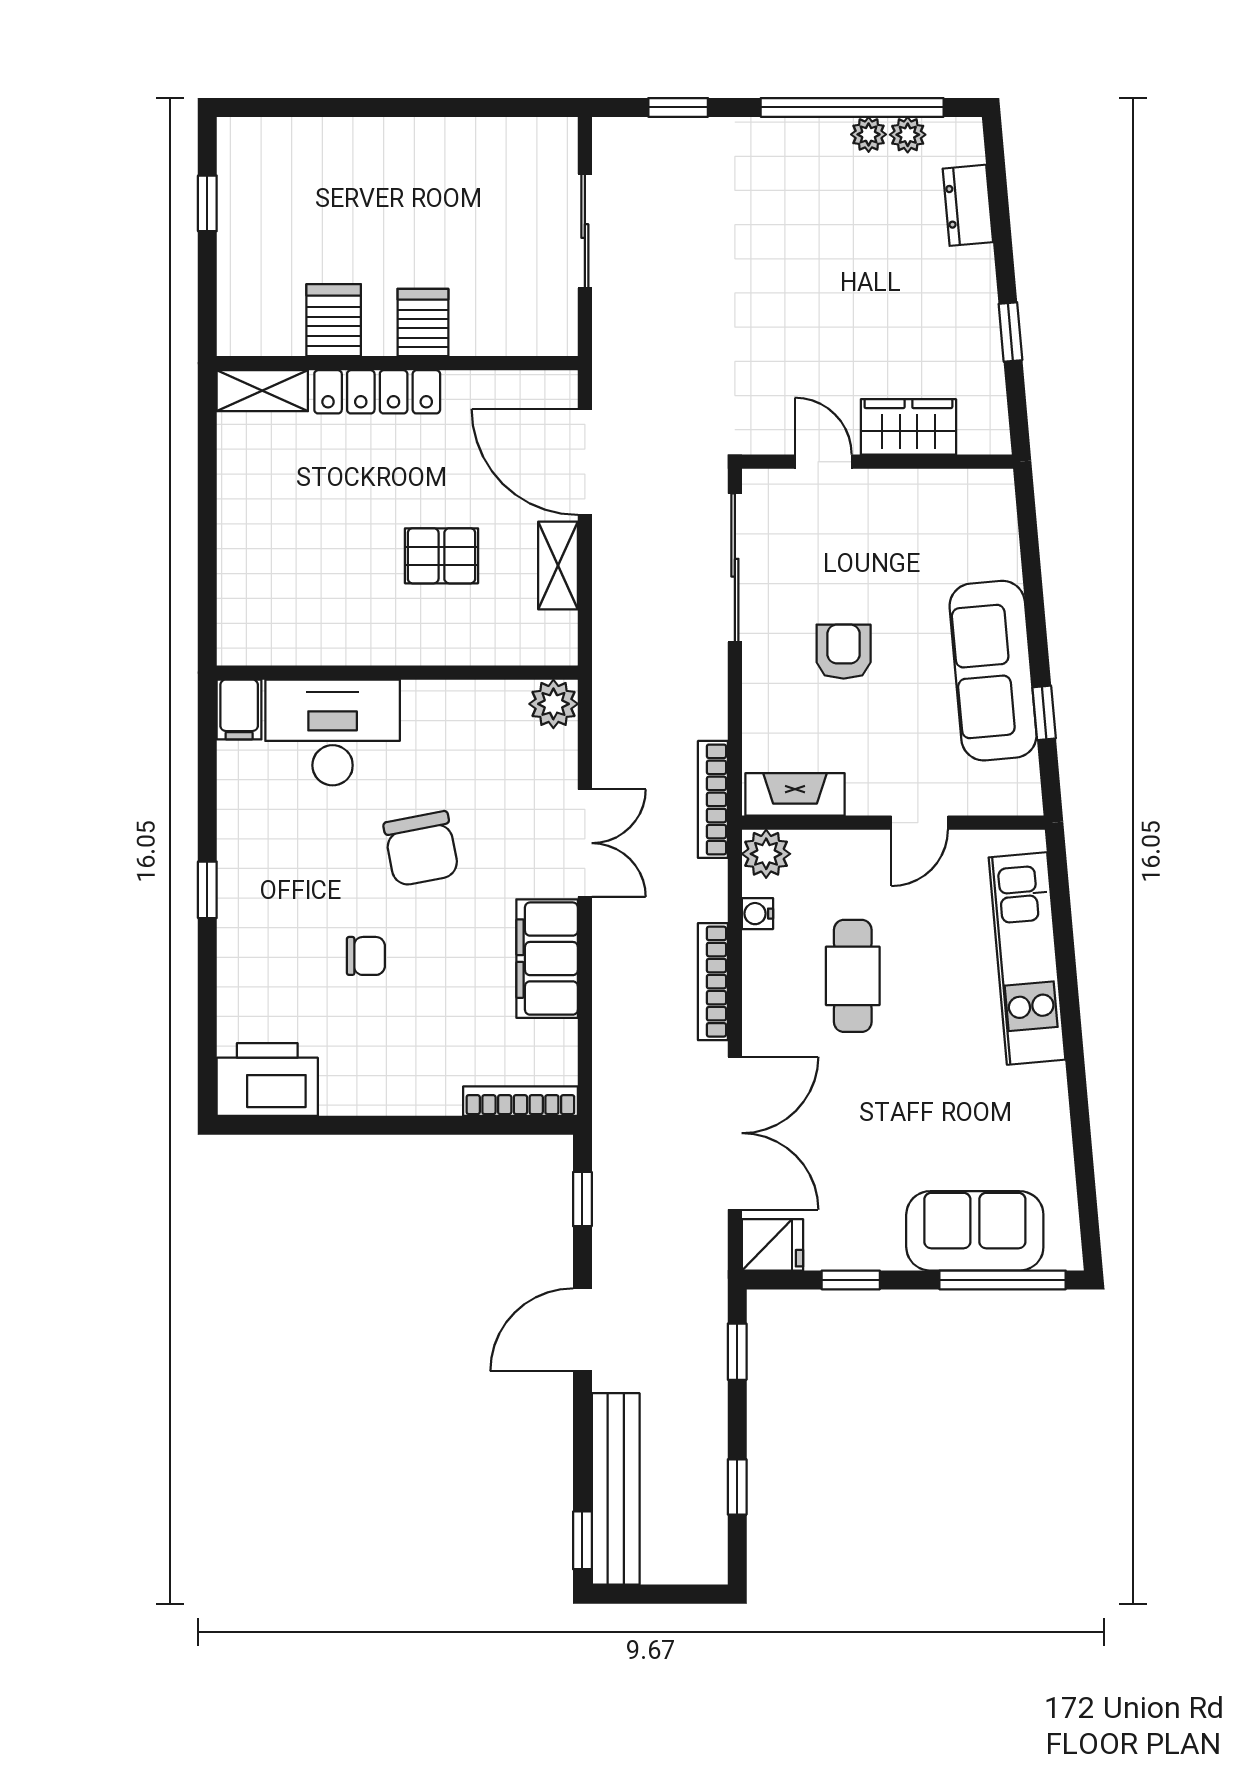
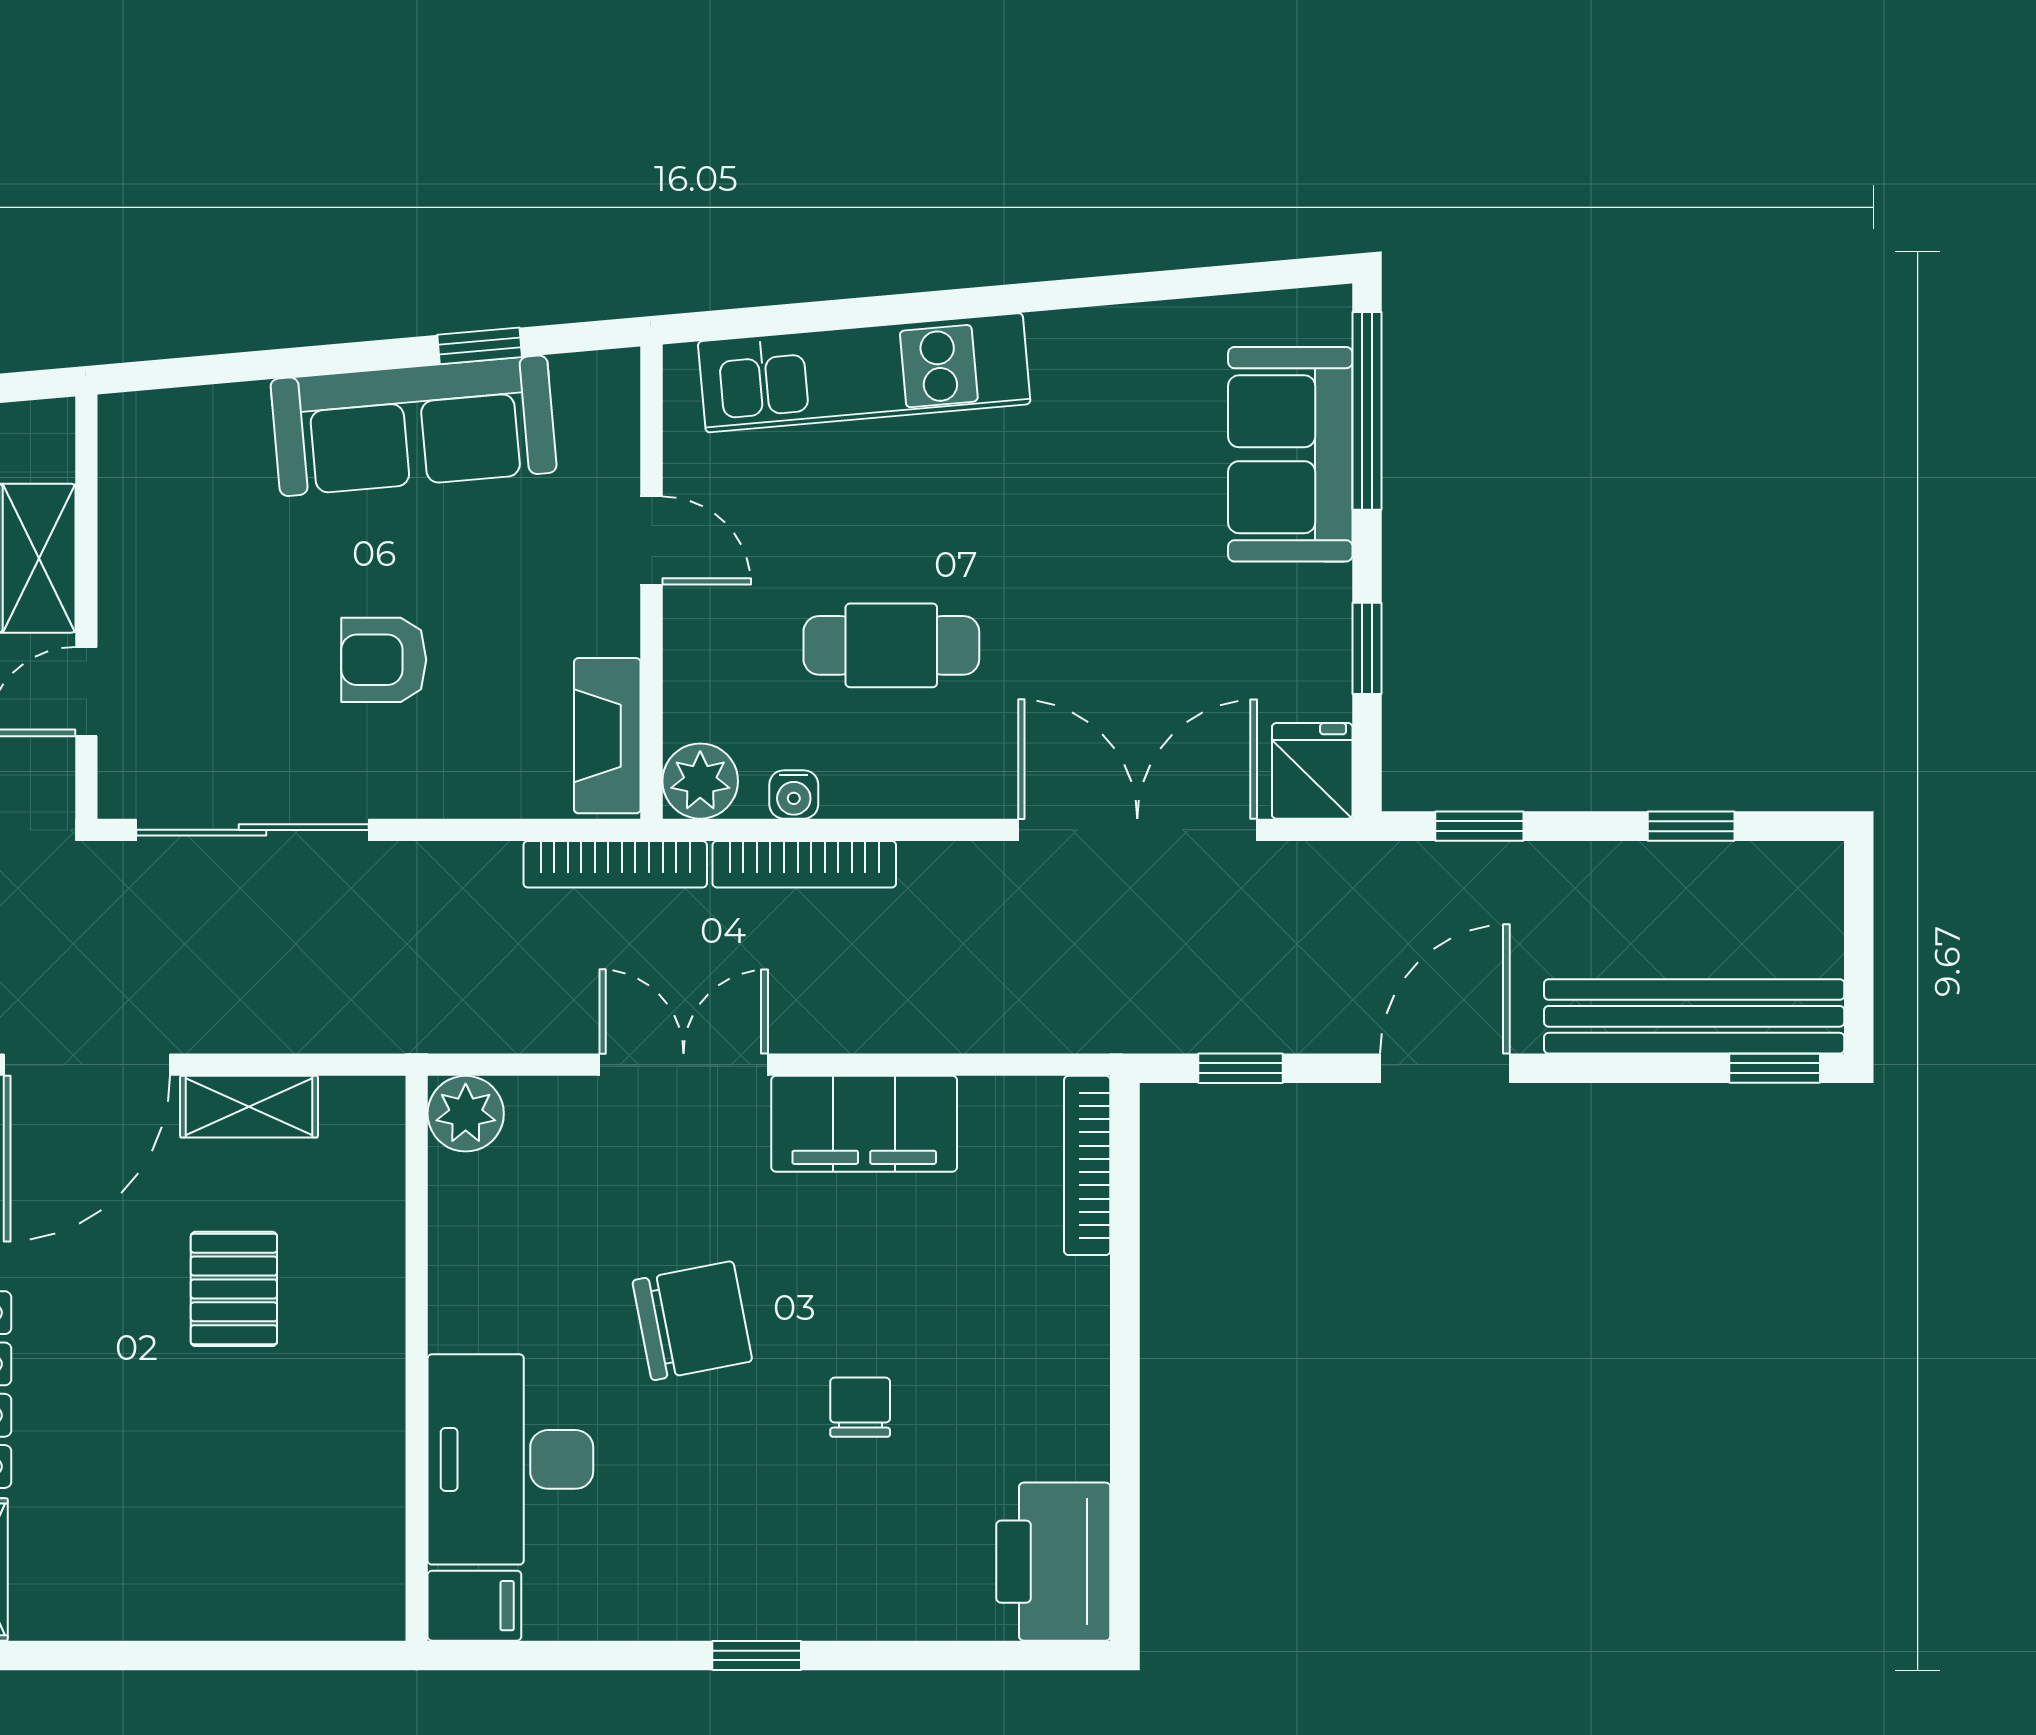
bookcase: (713, 982) -> (804, 864), moved
door: (582, 1330) -> (1445, 1068), swing flipped

